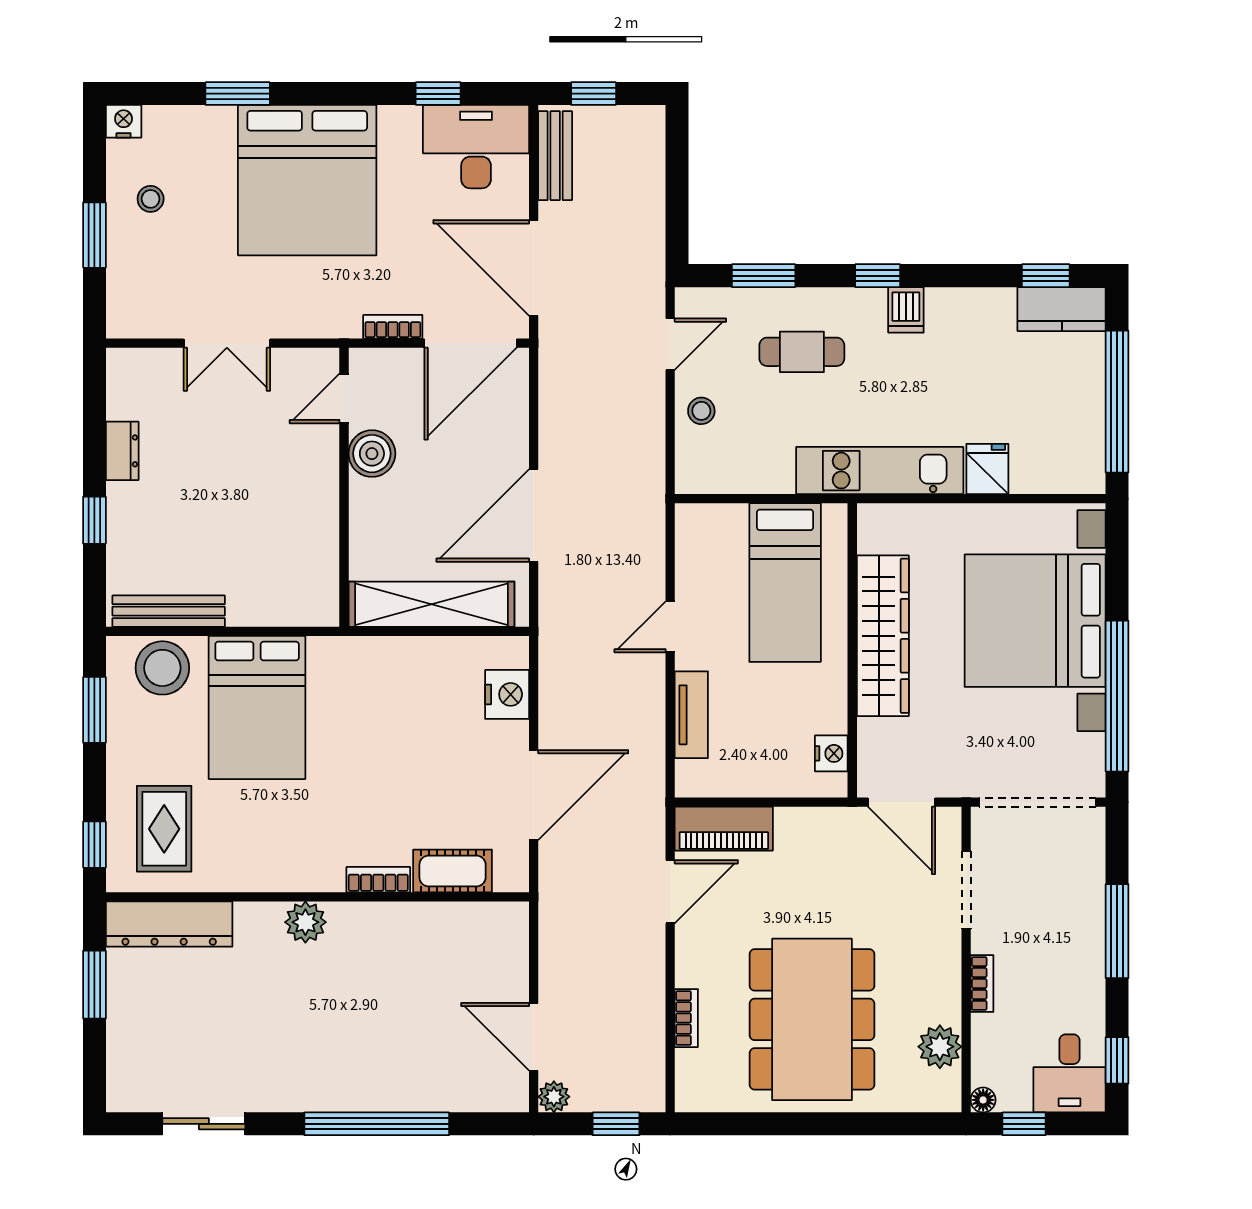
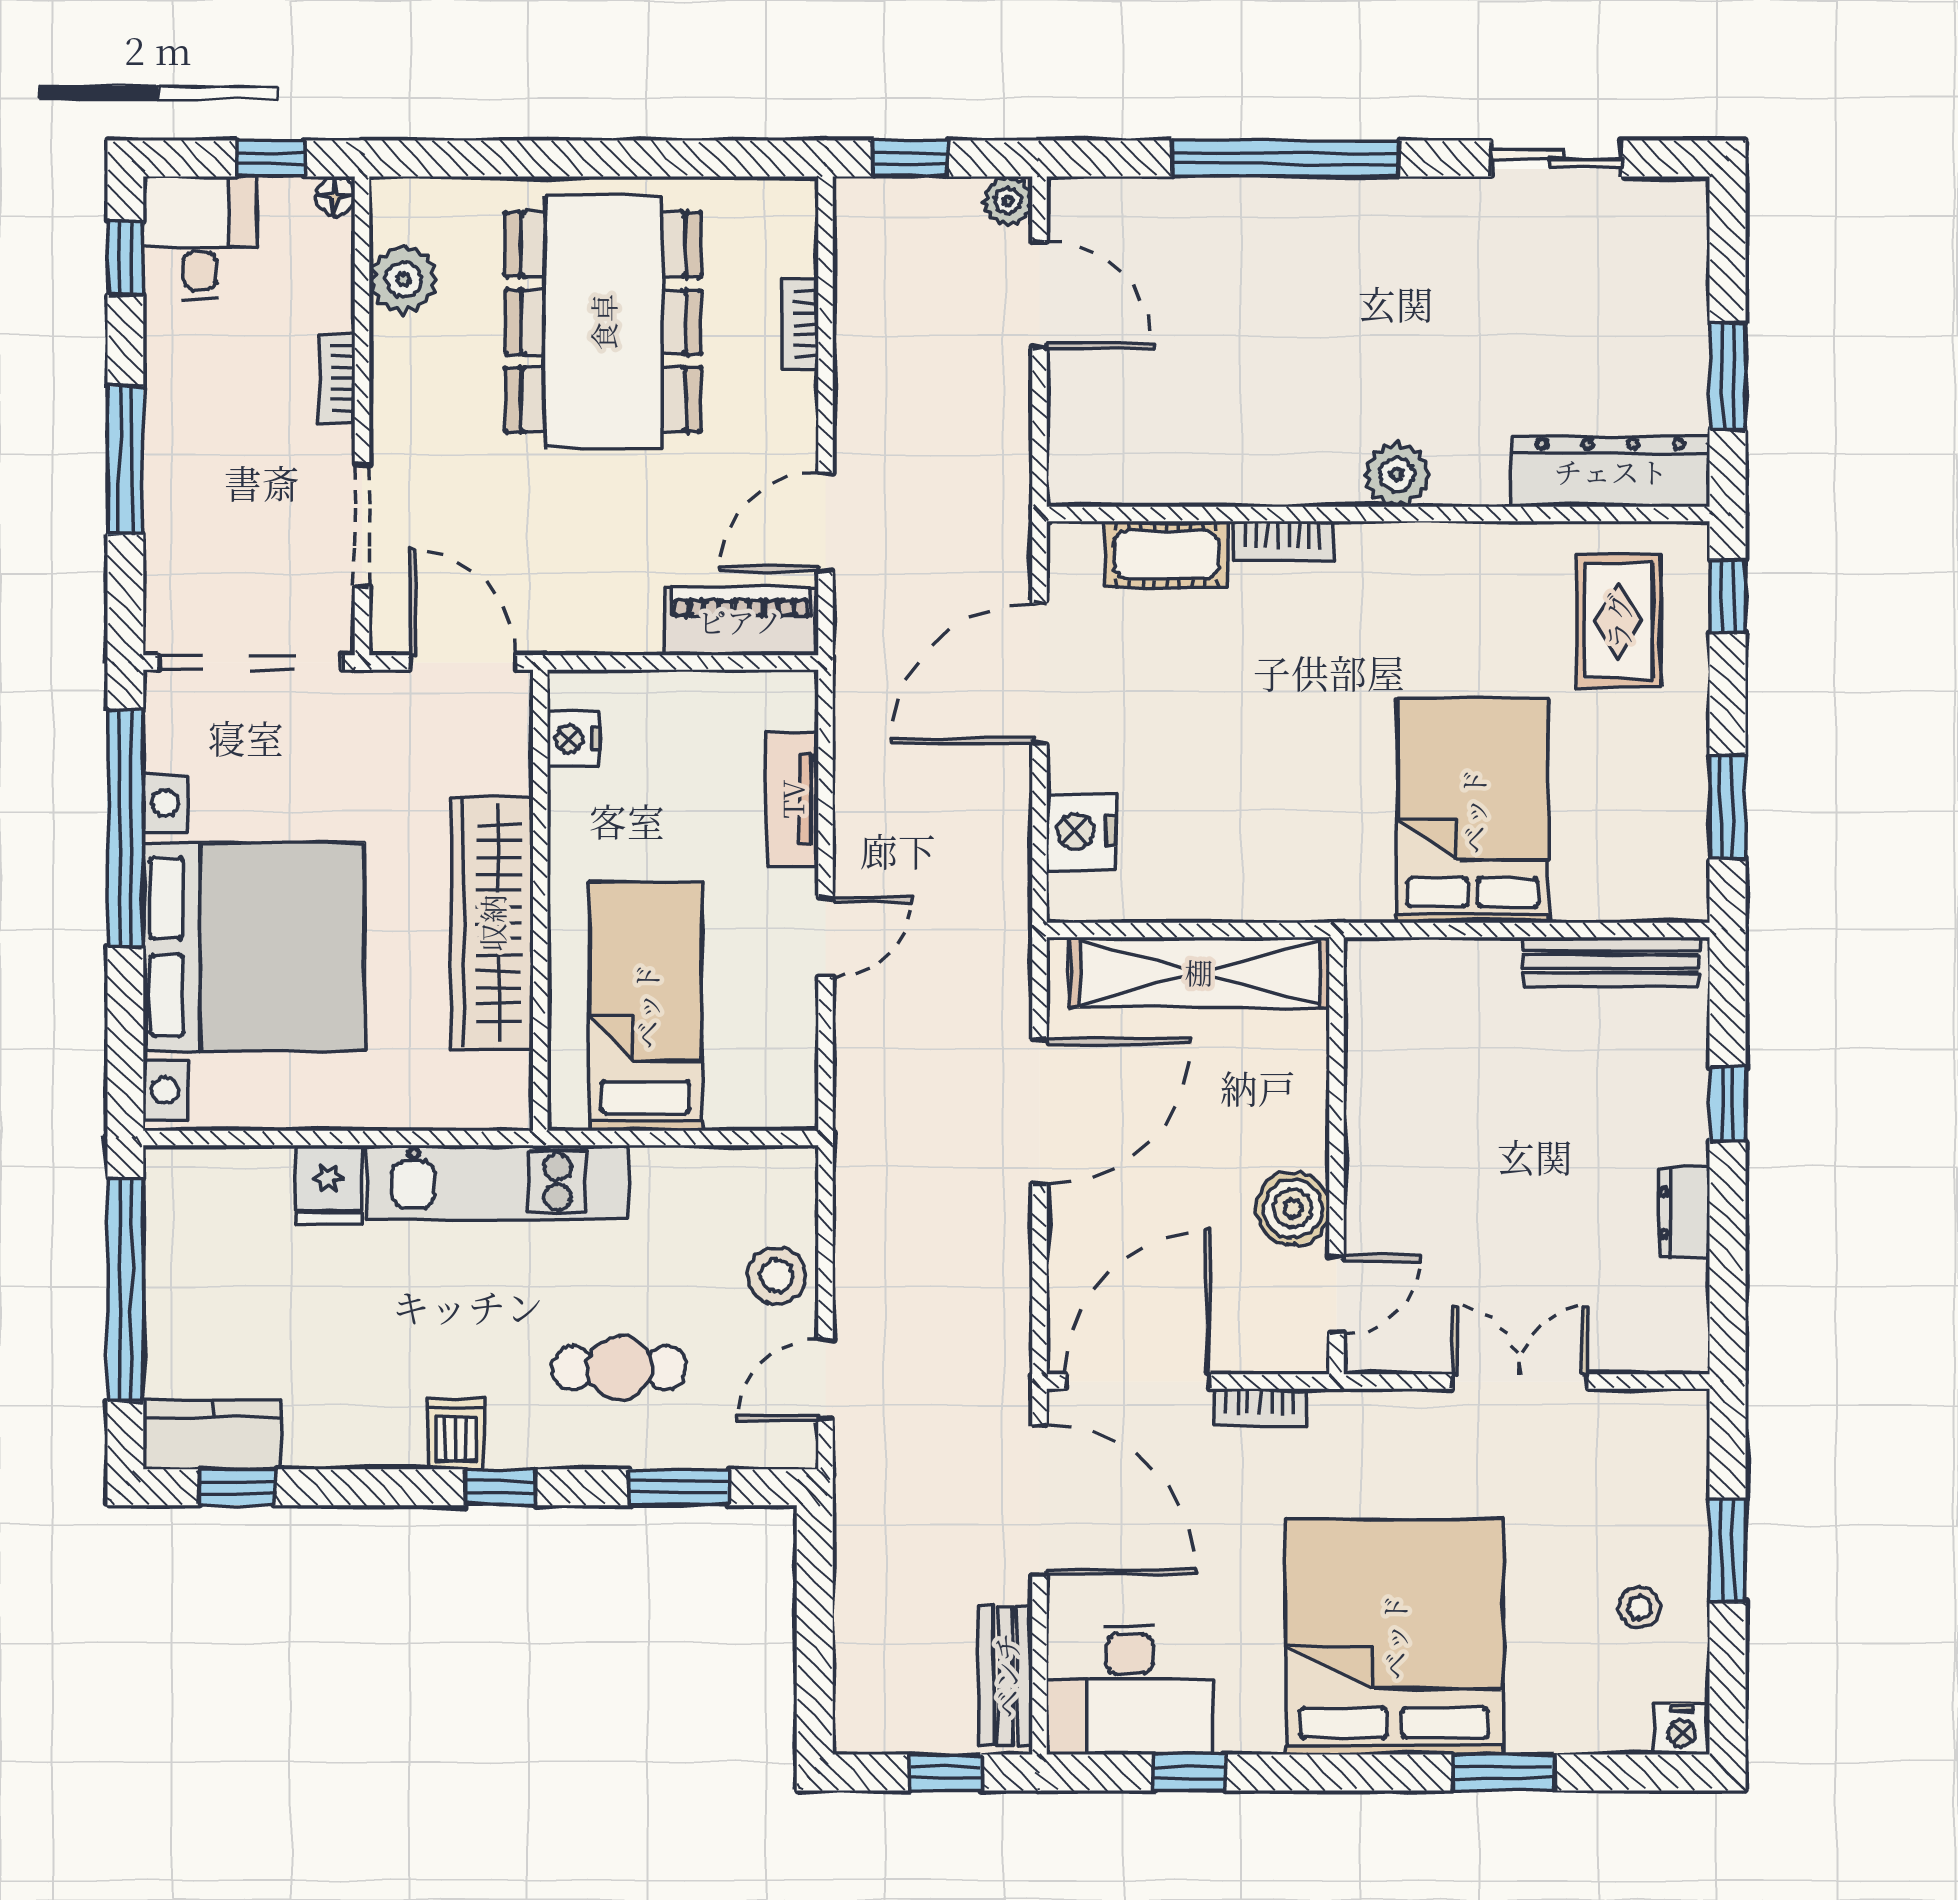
stool: (701, 411) -> (777, 1275), width x1.37, depth x1.37
stool: (162, 668) -> (1621, 873), removed

